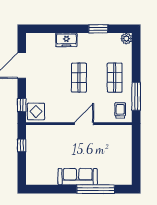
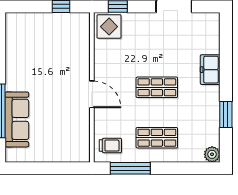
sofa: (78, 177) -> (17, 119), moved

